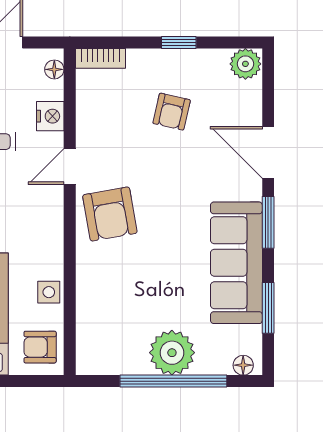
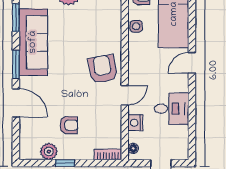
plant: (245, 64) -> (49, 151), moved
armchair: (172, 112) -> (69, 125), turned 77

